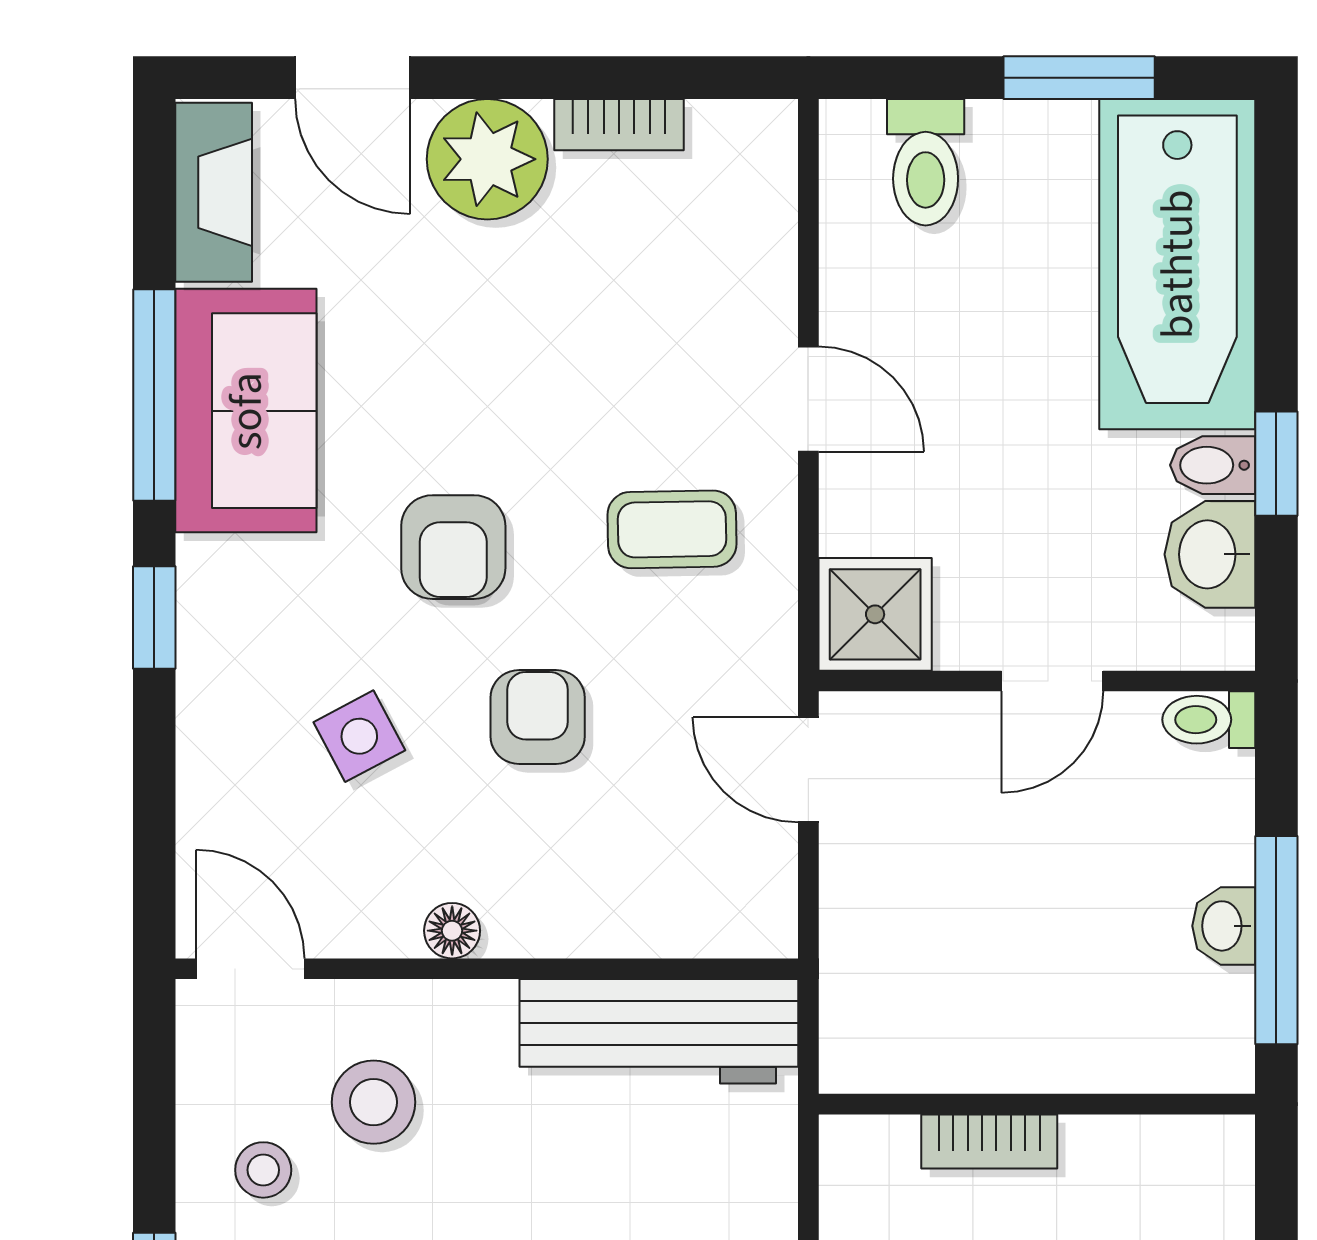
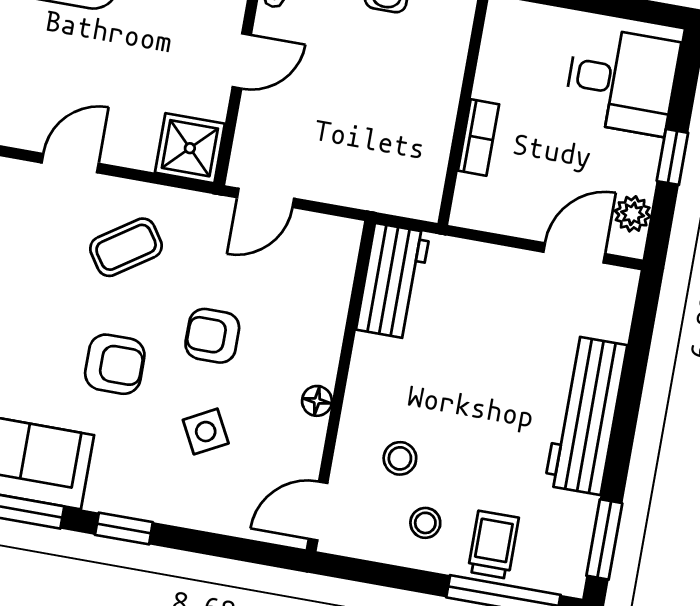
coffee table: (672, 529) -> (126, 247), turned 57
door: (1052, 681) -> (242, 61), hinge flipped
workbench: (659, 1031) -> (393, 281), width x0.73
stool: (374, 1102) -> (400, 458), width x0.73, depth x0.73

